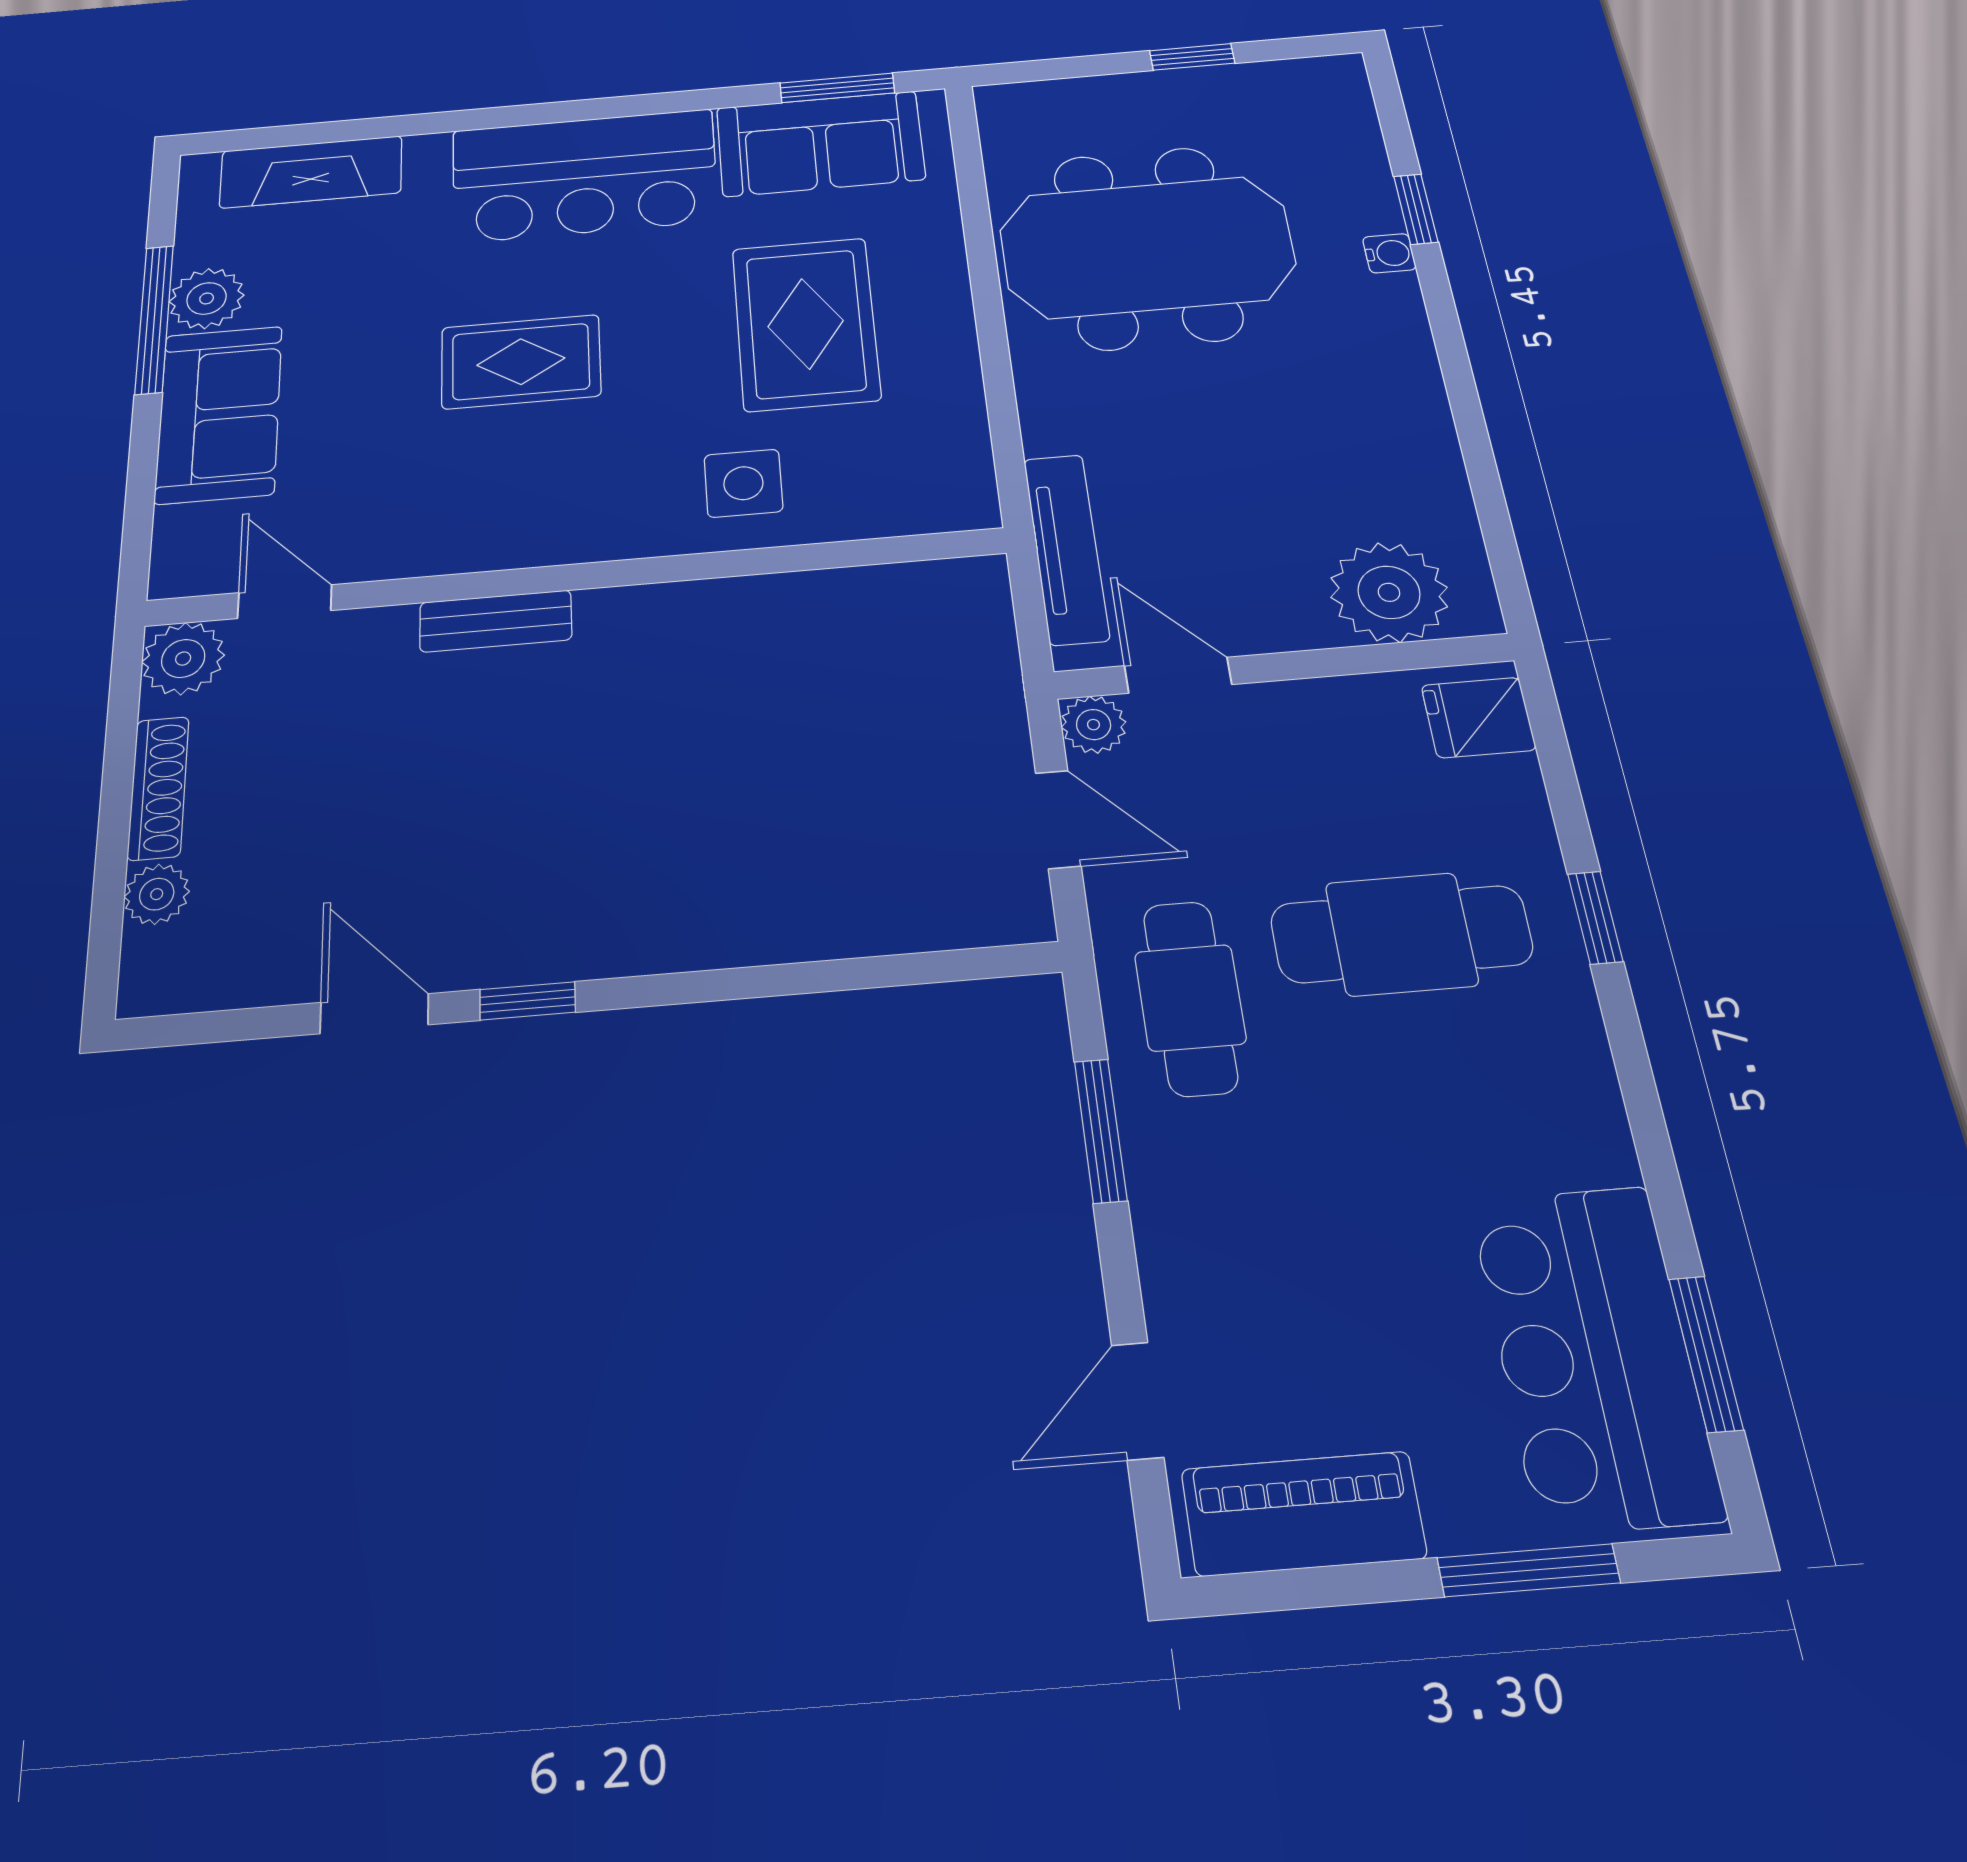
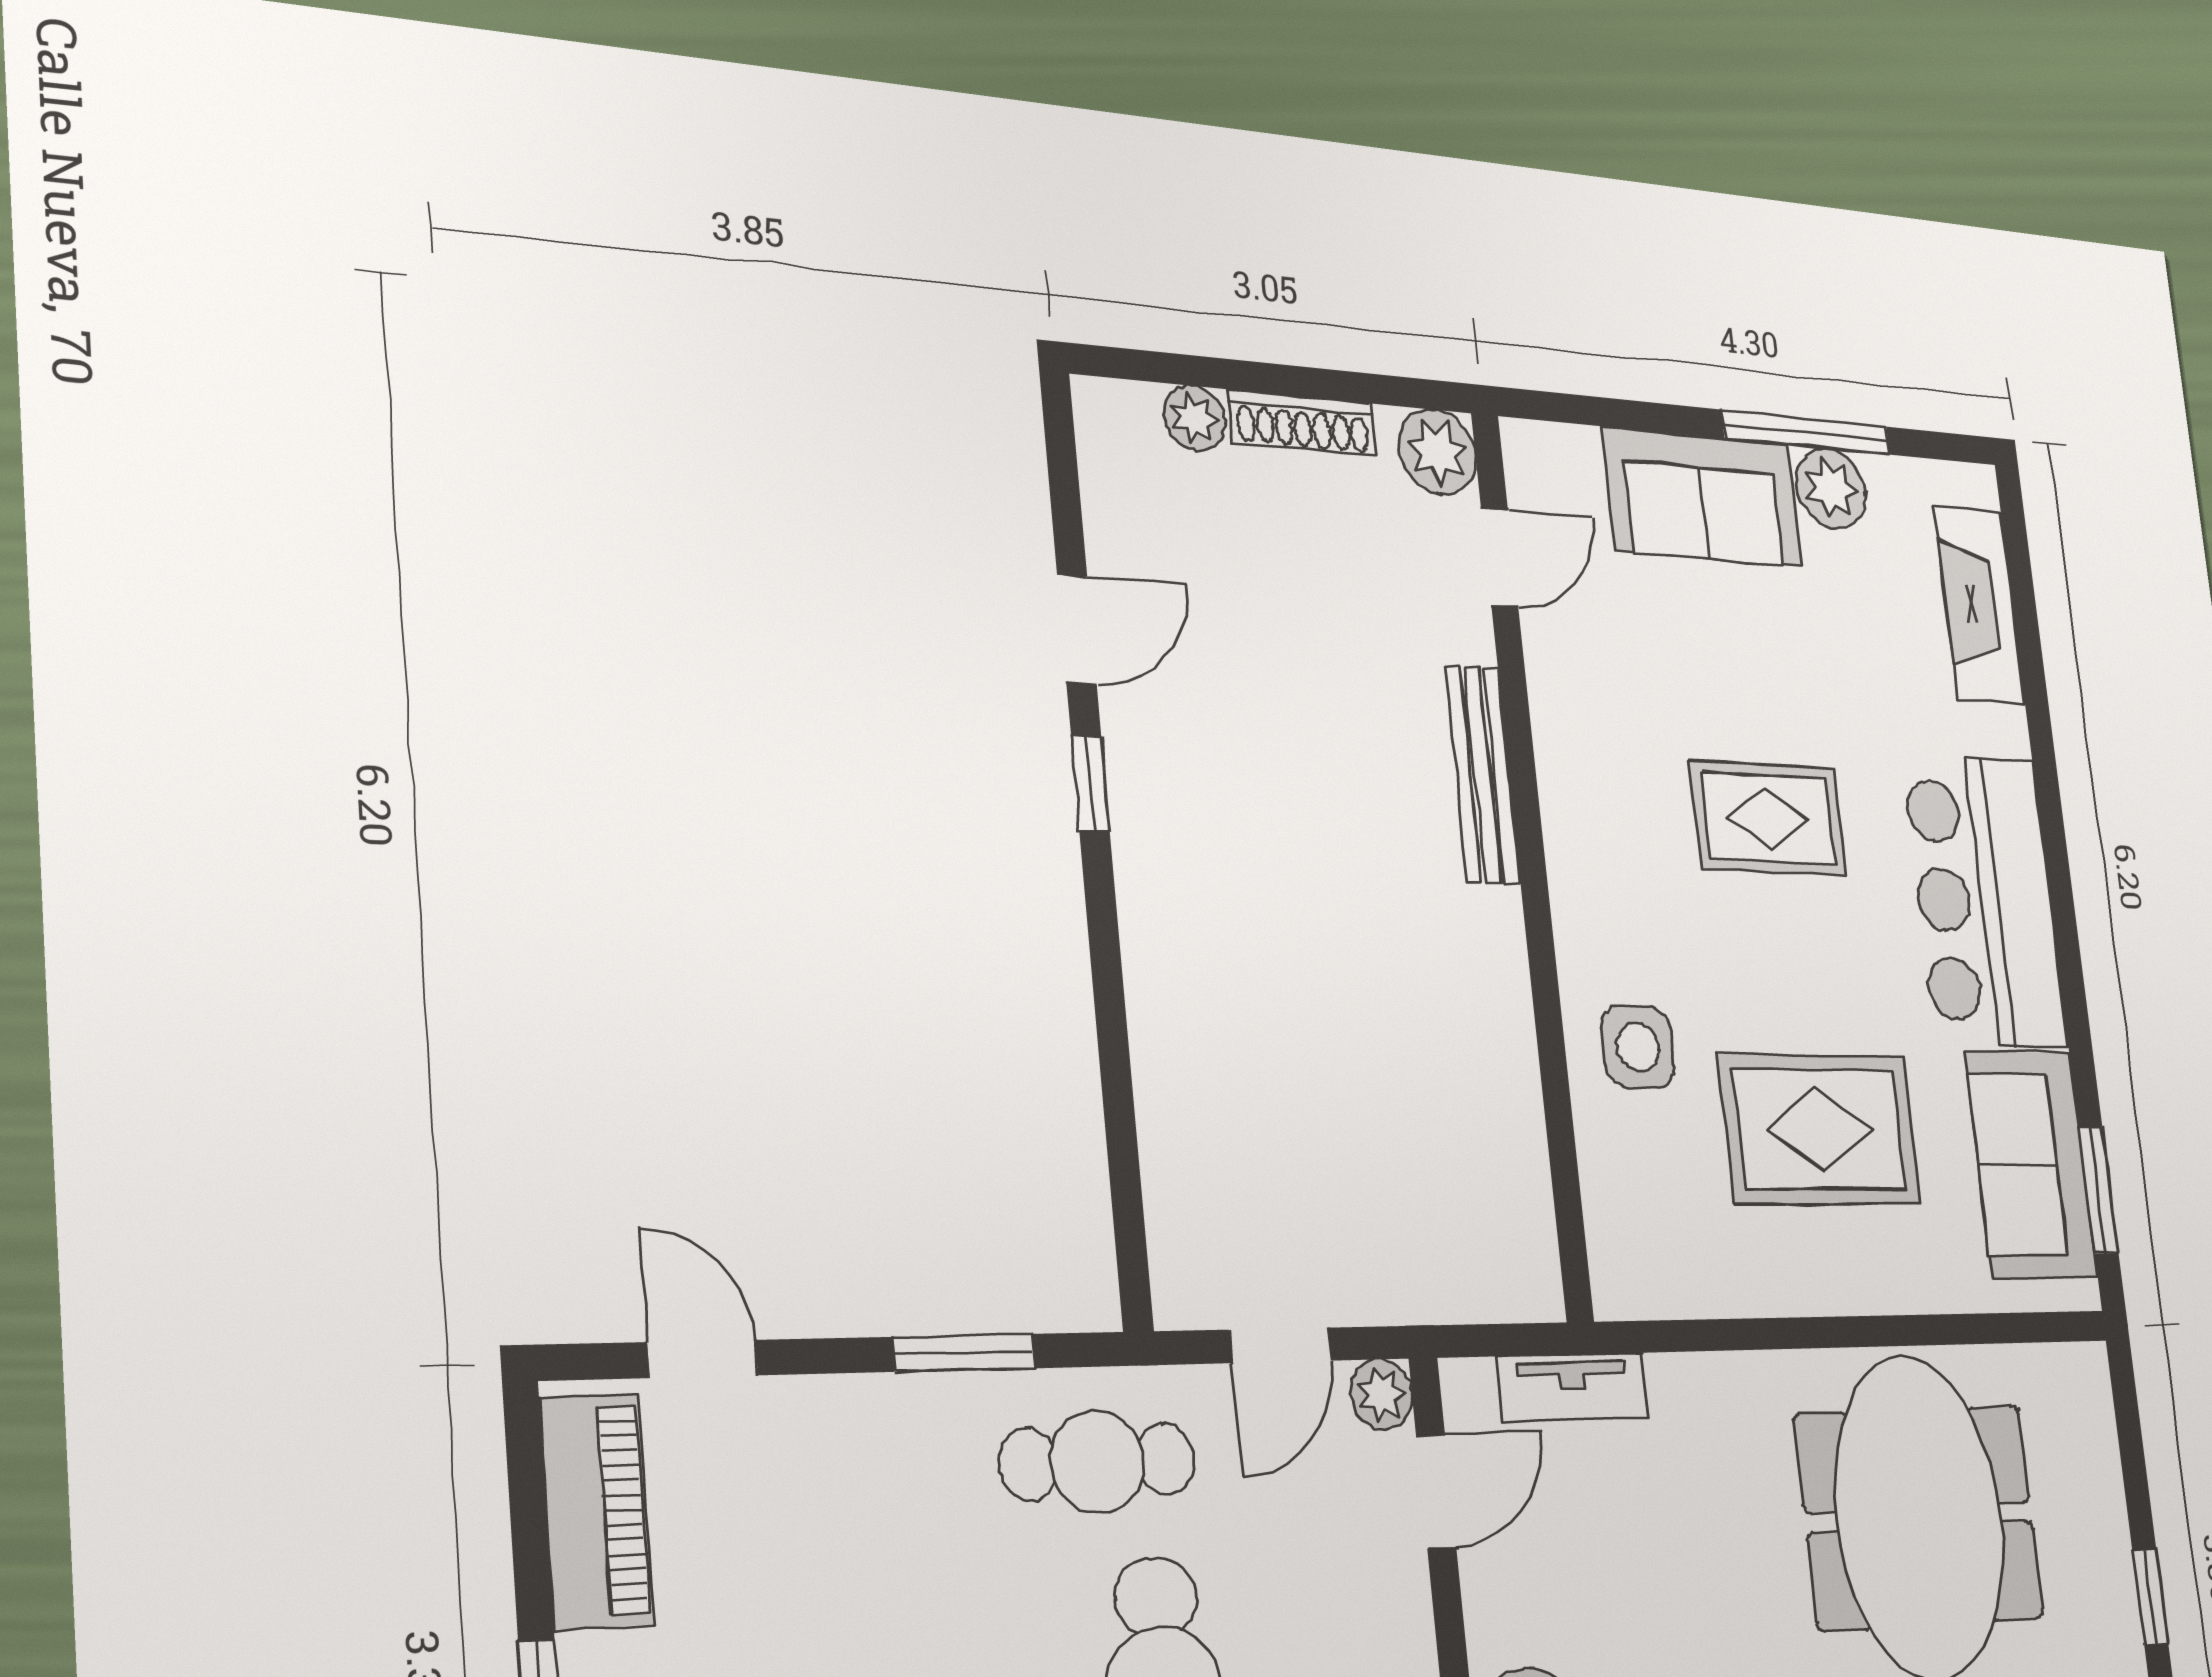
rug: (521, 362) -> (1769, 819), turned 90
tv unit: (1066, 549) -> (1573, 1387), width x0.71
bench: (496, 621) -> (1483, 775), width x1.36

